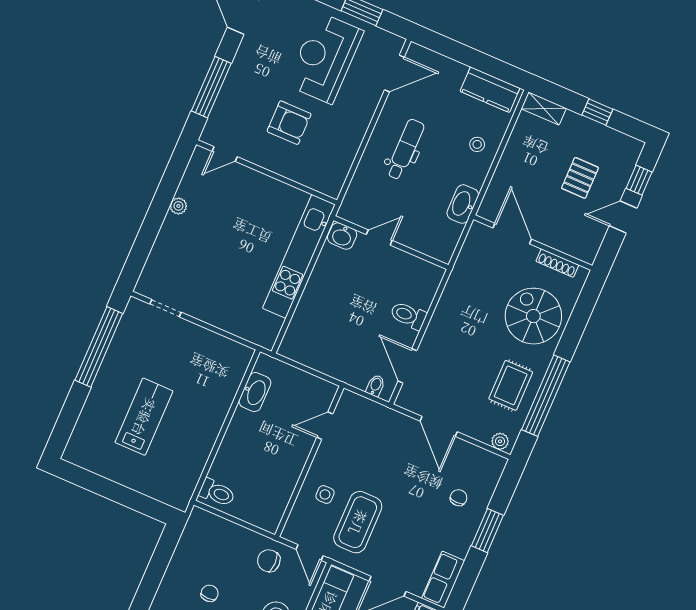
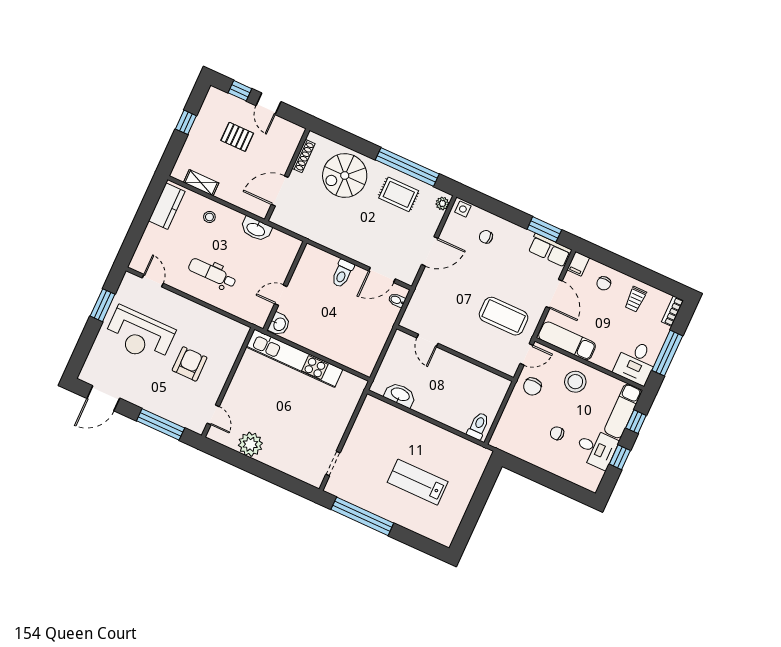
door: (394, 74) -> (153, 281), width x0.73
shelving: (544, 108) -> (201, 183), moved, turned 90
plant: (178, 206) -> (250, 444), width x1.87, depth x1.87
door: (379, 237) -> (281, 295), hinge flipped
side table: (325, 494) -> (463, 209), moved
window: (487, 531) -> (544, 229), moved

